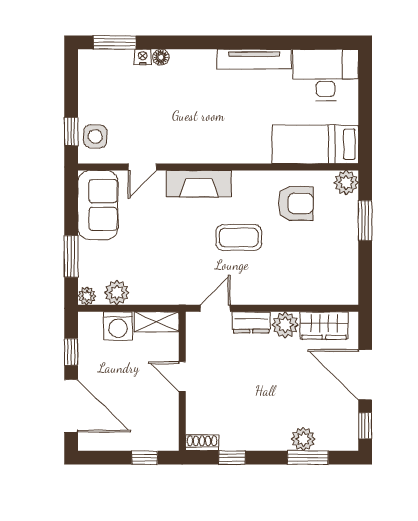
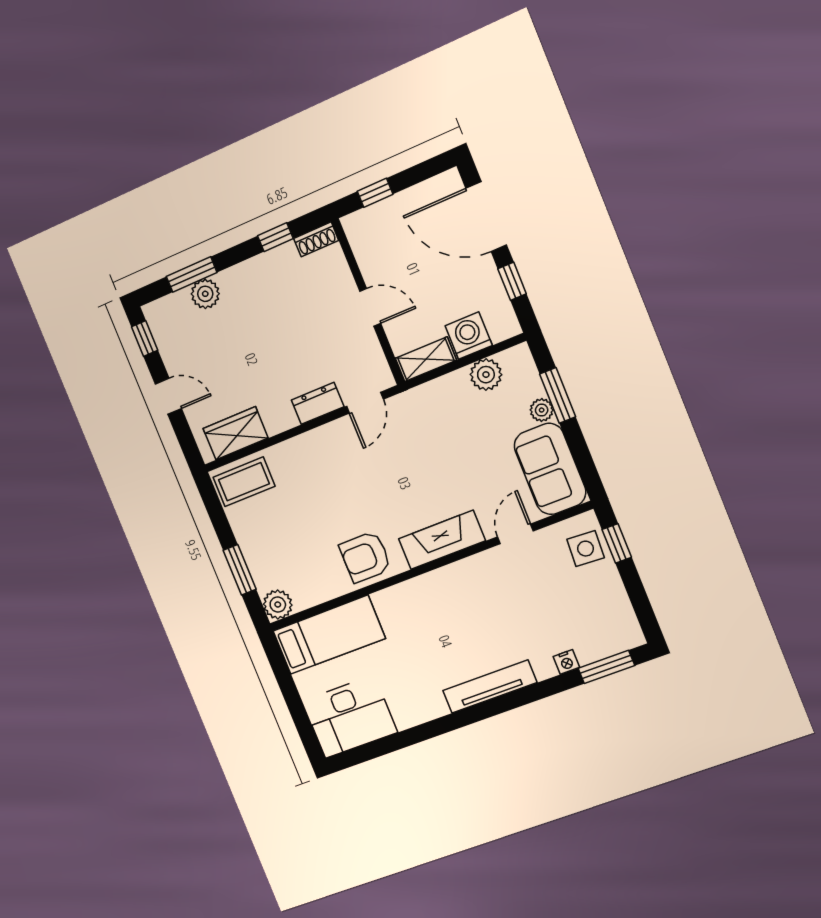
floor lamp: (161, 57) -> (545, 669), removed
tv unit: (254, 59) -> (490, 687), moved
armchair: (296, 203) -> (365, 557), moved
coffee table: (239, 237) -> (244, 482), moved
plant: (87, 296) -> (542, 410), moved
plant: (285, 325) -> (279, 416), removed
door: (365, 375) -> (168, 396), width x0.53

